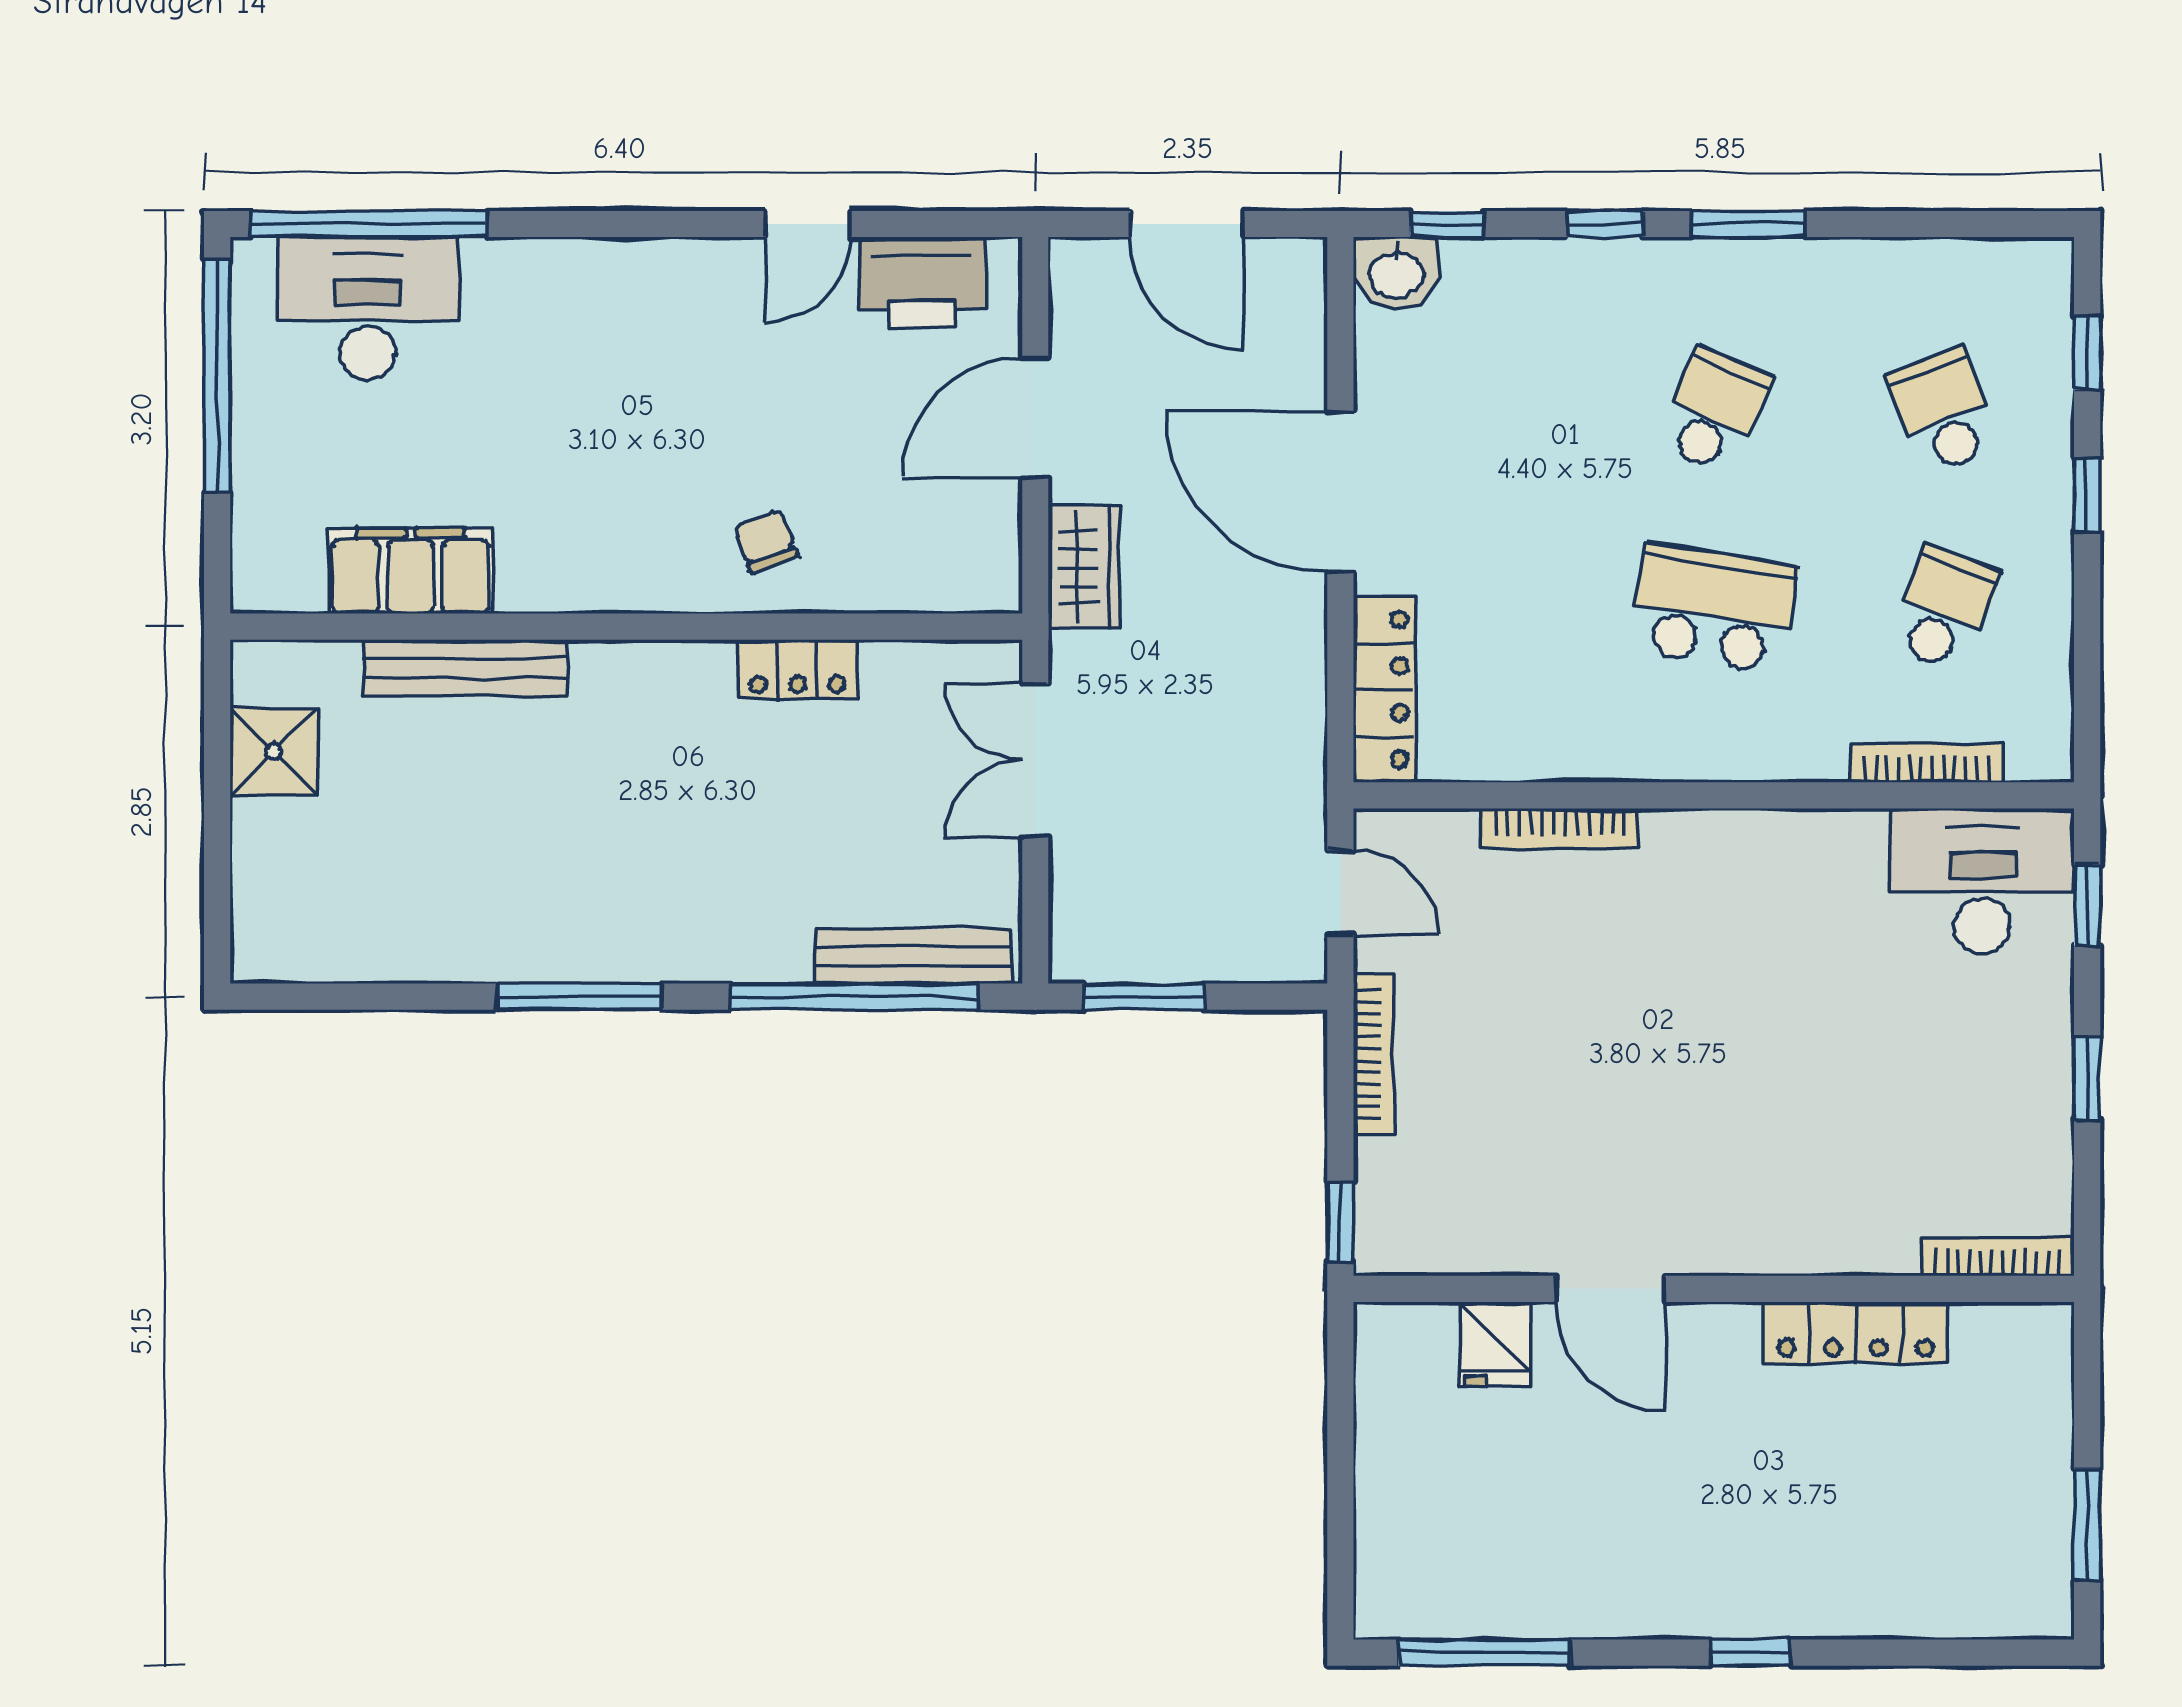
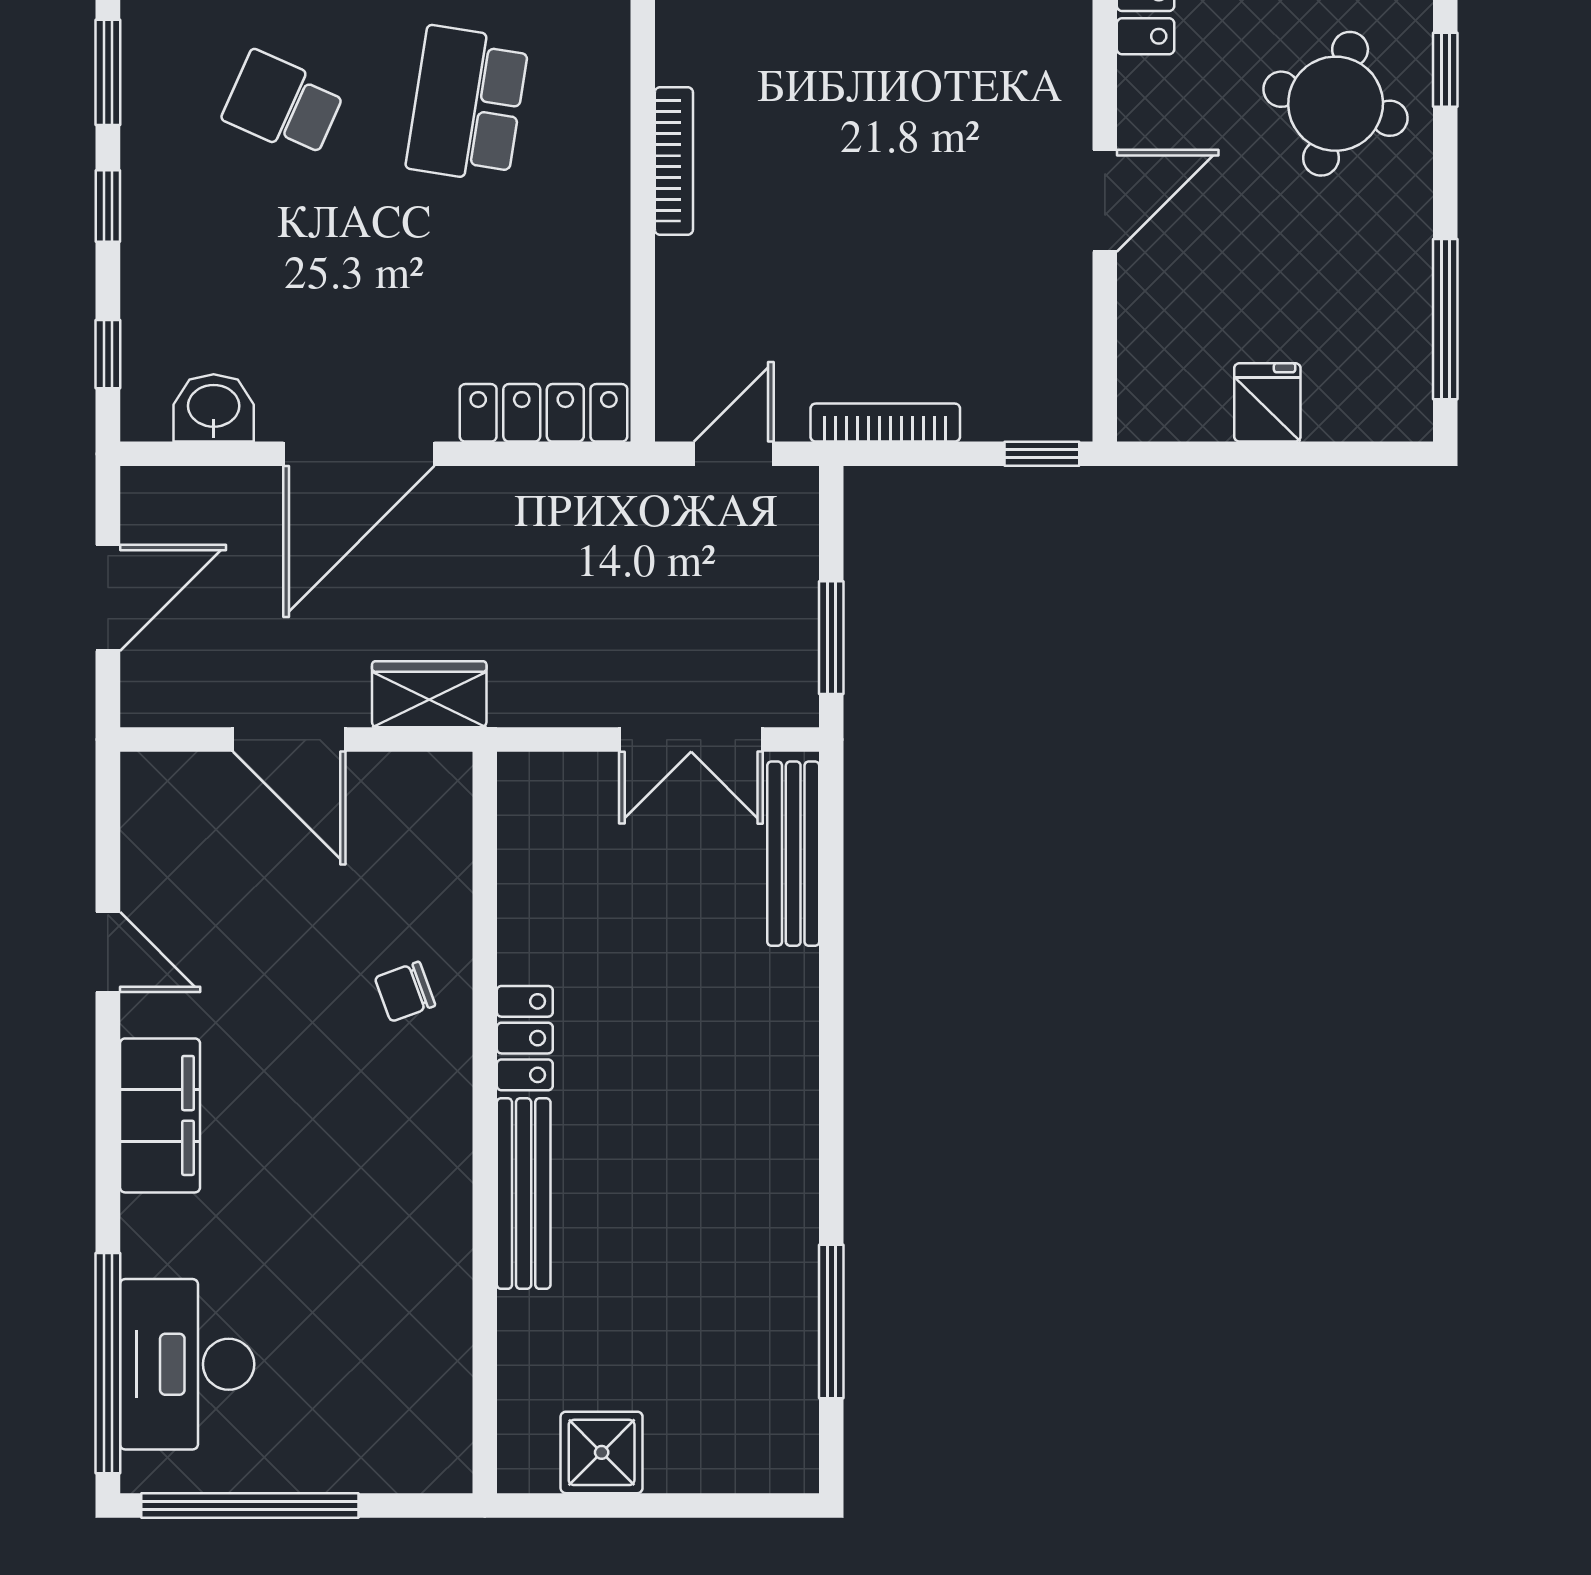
washbasin: (1396, 273) -> (214, 408), moved, turned -90
printer: (922, 282) -> (163, 846), removed
filing cabinet: (411, 571) -> (160, 1115), moved, turned 180
bench: (465, 668) -> (524, 1194), moved
locker: (797, 669) -> (525, 1038), moved
double door: (1035, 760) -> (691, 740), moved
bookcase: (1560, 829) -> (674, 161), moved
window: (580, 997) -> (831, 1321), moved
window: (855, 997) -> (831, 908), removed
fridge: (1495, 1344) -> (1267, 402), moved, turned -90
round table: (1714, 1535) -> (1336, 104), added

